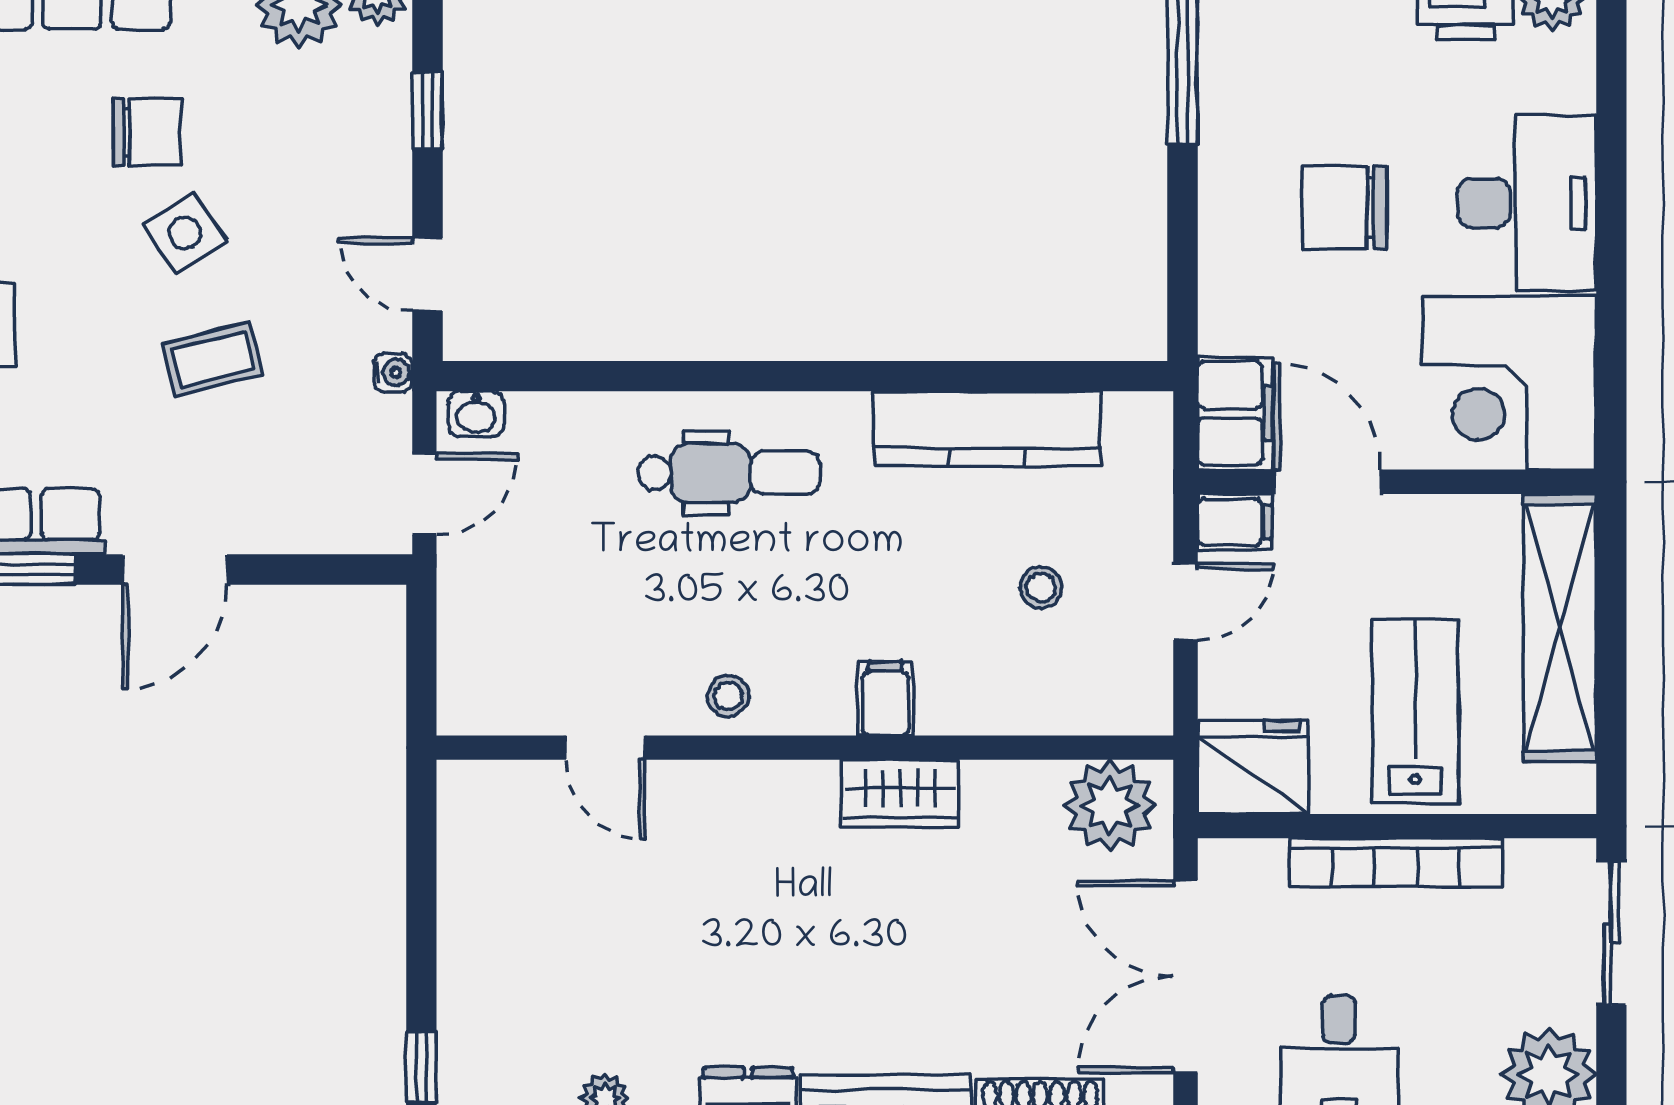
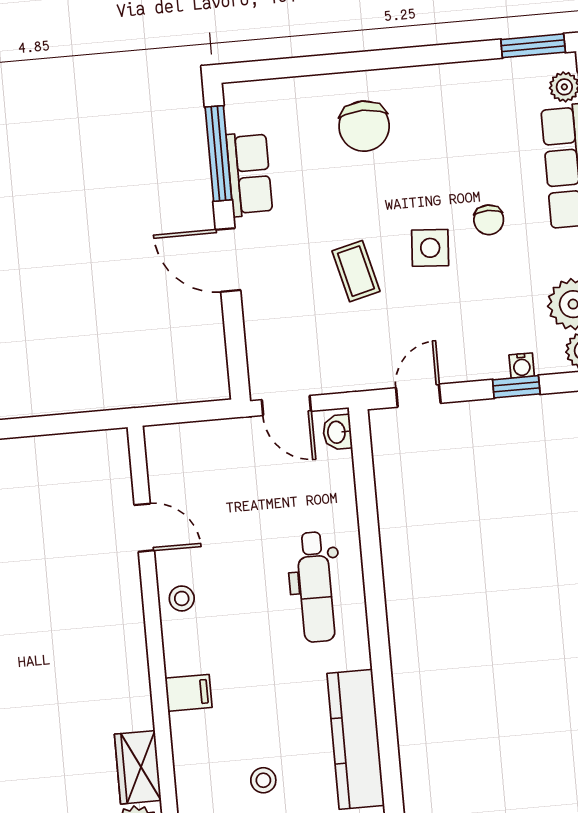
chair: (147, 132) -> (489, 220), width x0.73, depth x0.73
side table: (185, 233) -> (430, 248), turned 38
water cooler: (393, 372) -> (522, 365), moved
door: (605, 748) -> (144, 528), swing flipped
wardrobe: (900, 793) -> (138, 767), moved

